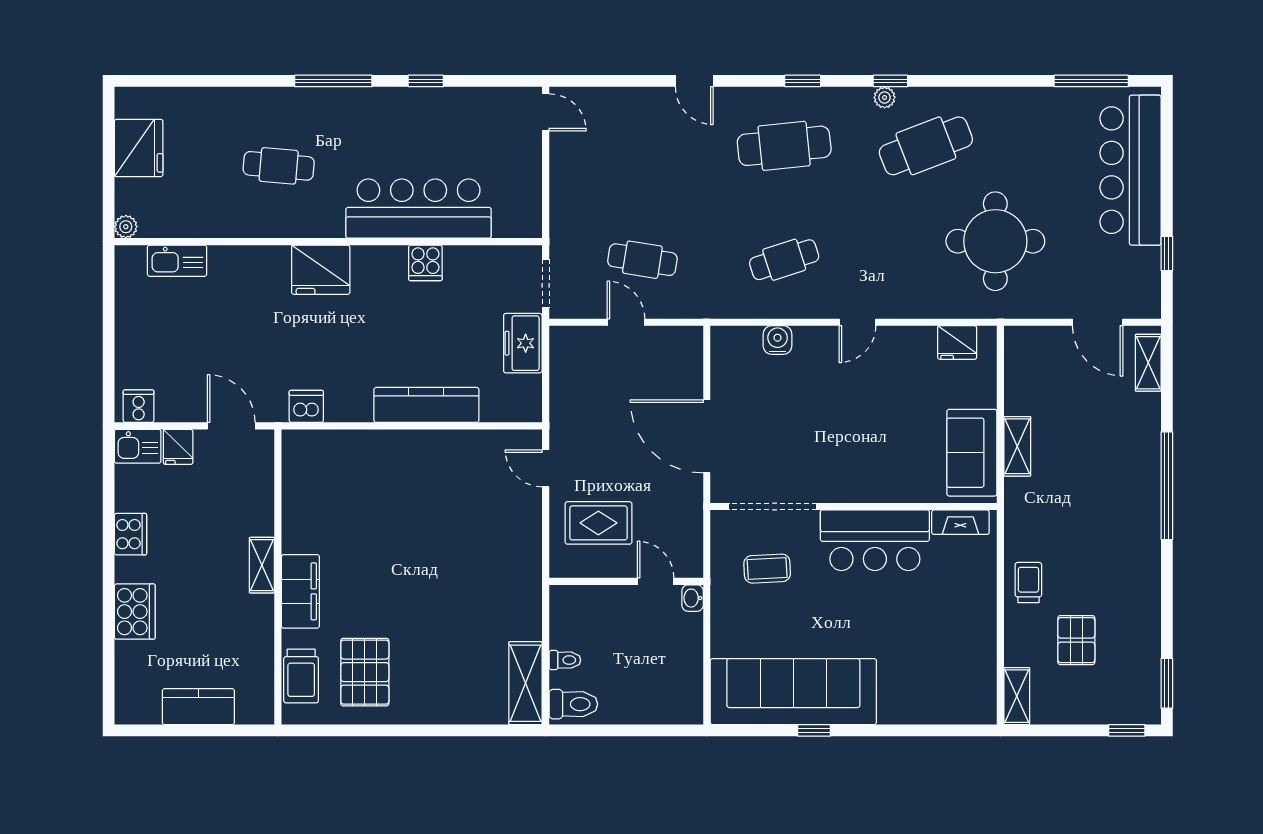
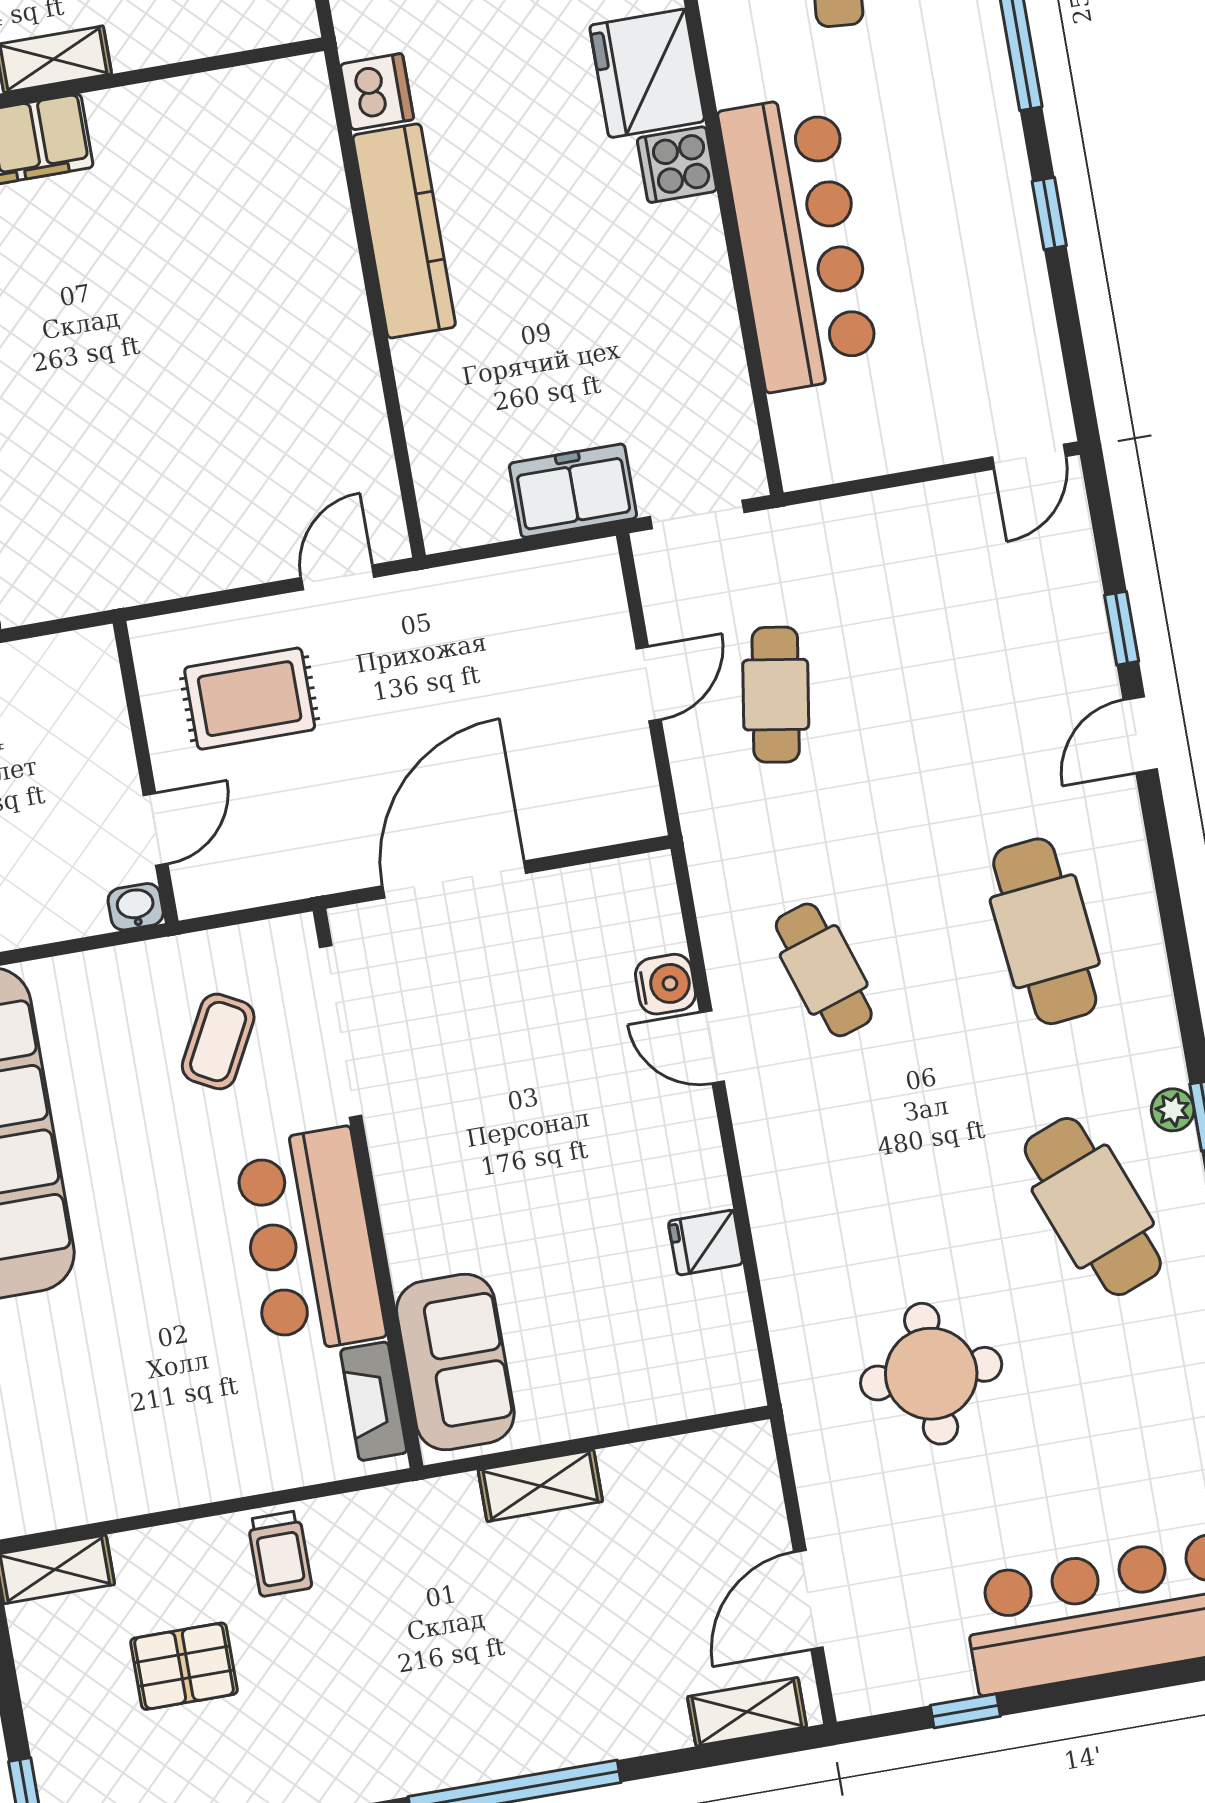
window: (803, 81) -> (1122, 628), moved
round table: (995, 241) -> (931, 1374), width x0.73, depth x0.73
cooker: (425, 263) -> (677, 165), moved
door: (857, 322) -> (712, 1047), moved
fridge: (957, 343) -> (706, 1243), moved, width x0.72
kitchen counter: (426, 405) -> (404, 231), moved
sofa: (972, 453) -> (455, 1362), moved, turned 90
rug: (598, 523) -> (250, 699), turned 90
coffee table: (767, 569) -> (218, 1041), turned 31
trolley: (1028, 582) -> (280, 1554), turned 90

